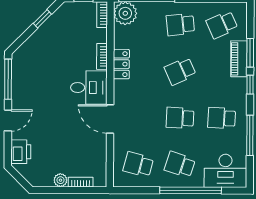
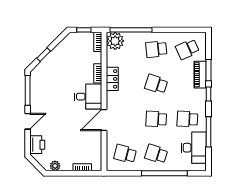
window: (42, 19) -> (44, 55), moved
school desk: (180, 71) -> (156, 84), turned 42
door: (110, 119) -> (104, 120), hinge flipped
desk: (225, 171) -> (194, 148), moved, turned -90
plant: (60, 180) -> (55, 166), moved

